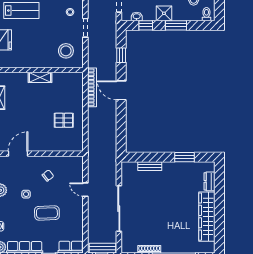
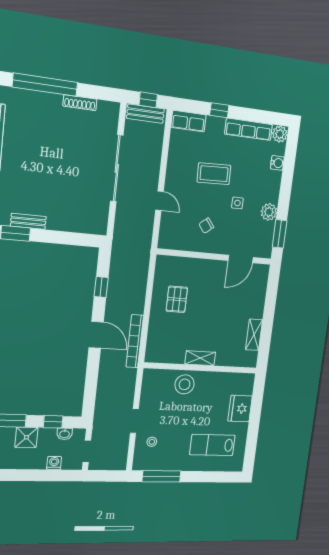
stool: (66, 51) -> (185, 384), moved
window: (121, 55) -> (101, 287), moved
pallet: (64, 120) -> (177, 299), turned 90
bench: (150, 166) -> (28, 221), moved

